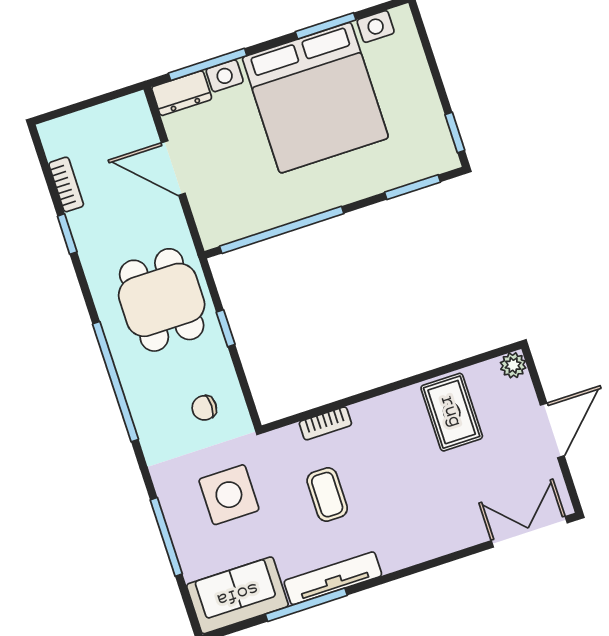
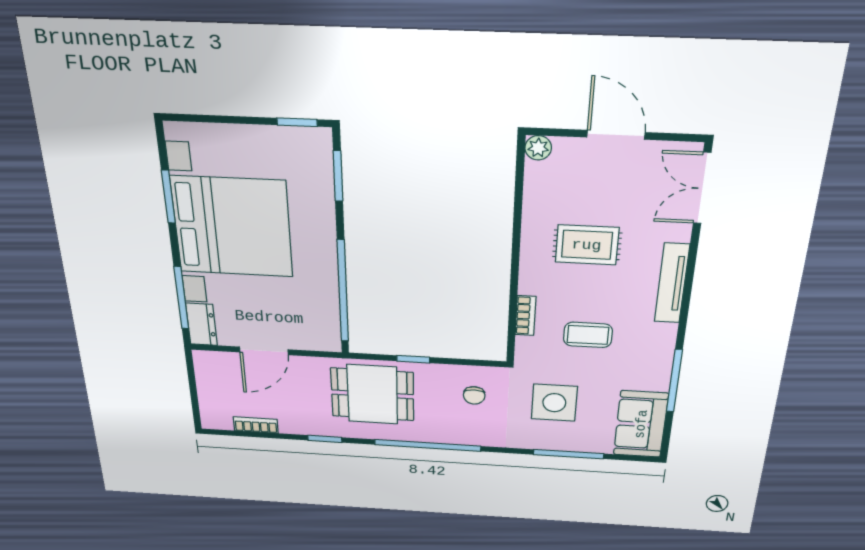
window: (67, 234) -> (325, 439), moved
rug: (452, 412) -> (587, 245), moved
tv unit: (333, 578) -> (672, 283), moved

